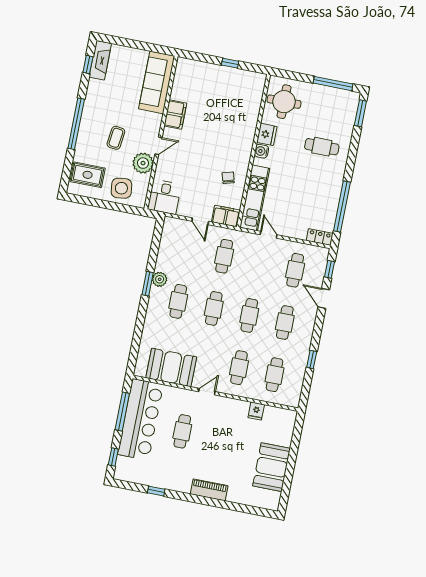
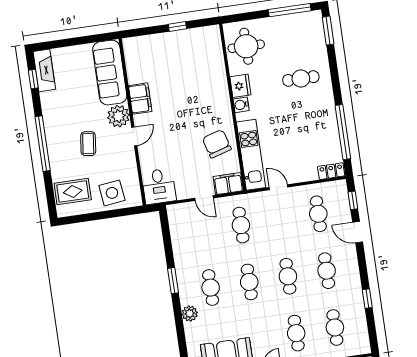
plant: (143, 163) -> (119, 116), moved
chair: (228, 178) -> (217, 144), width x1.87, depth x1.87
plant: (160, 279) -> (190, 314), moved

